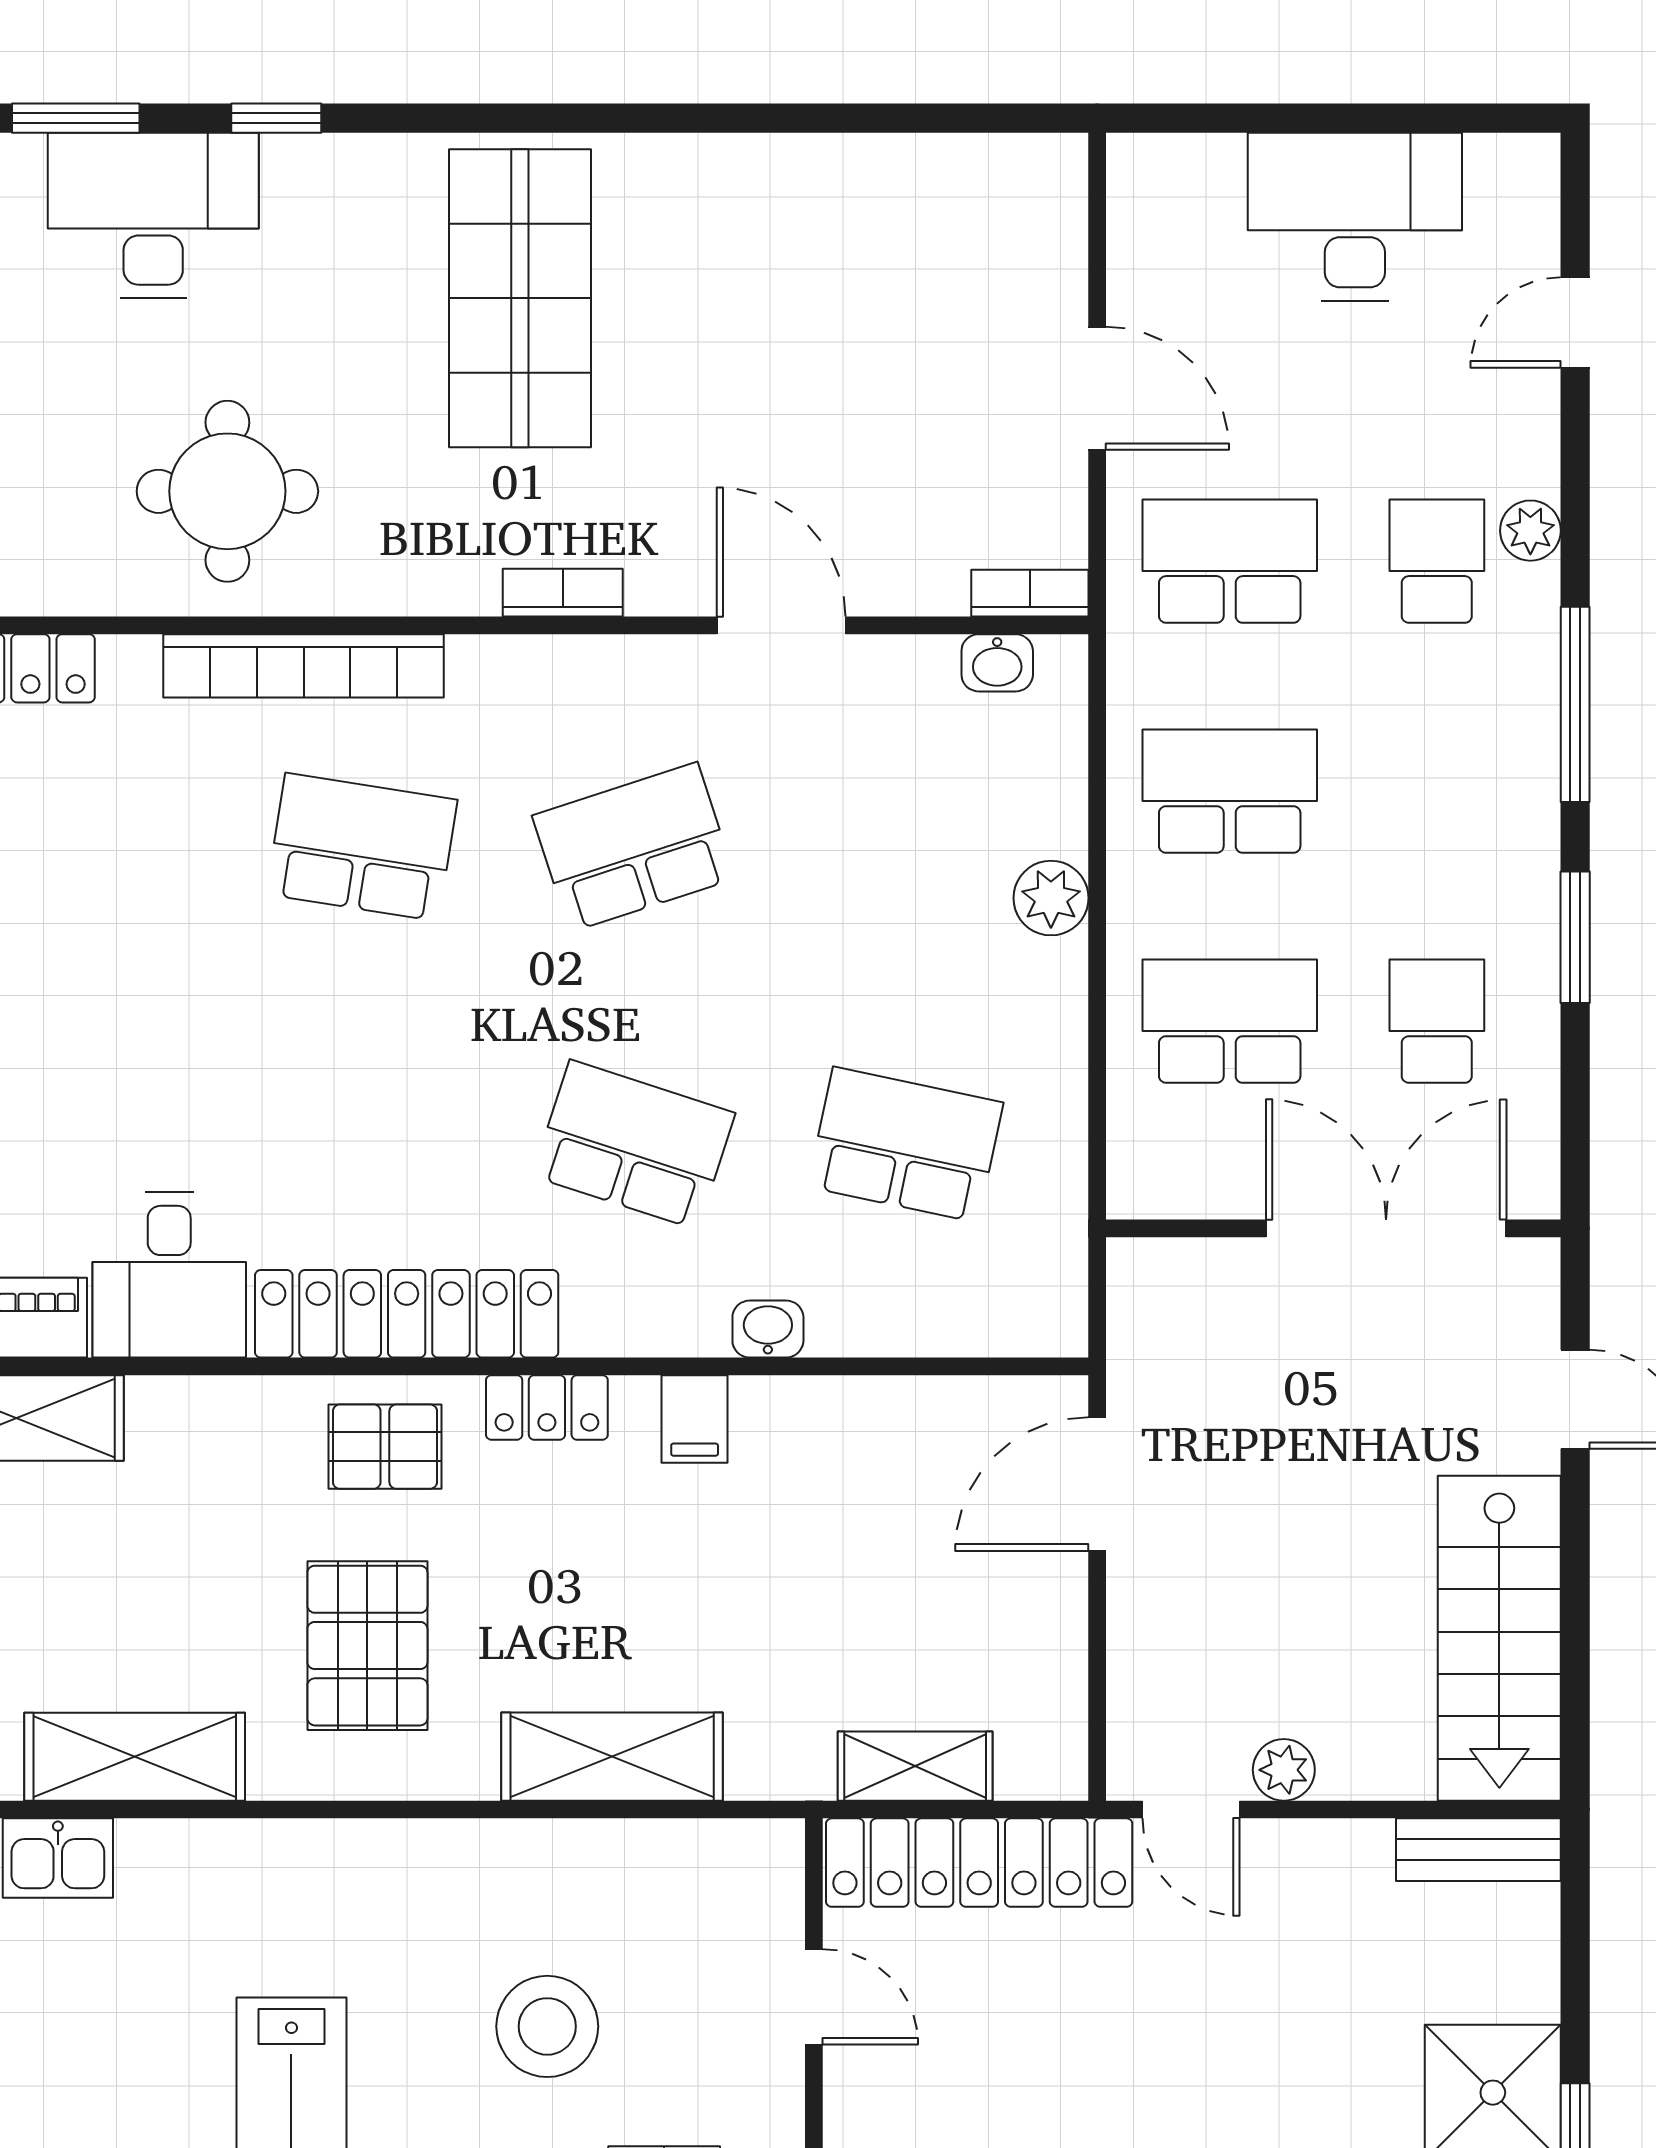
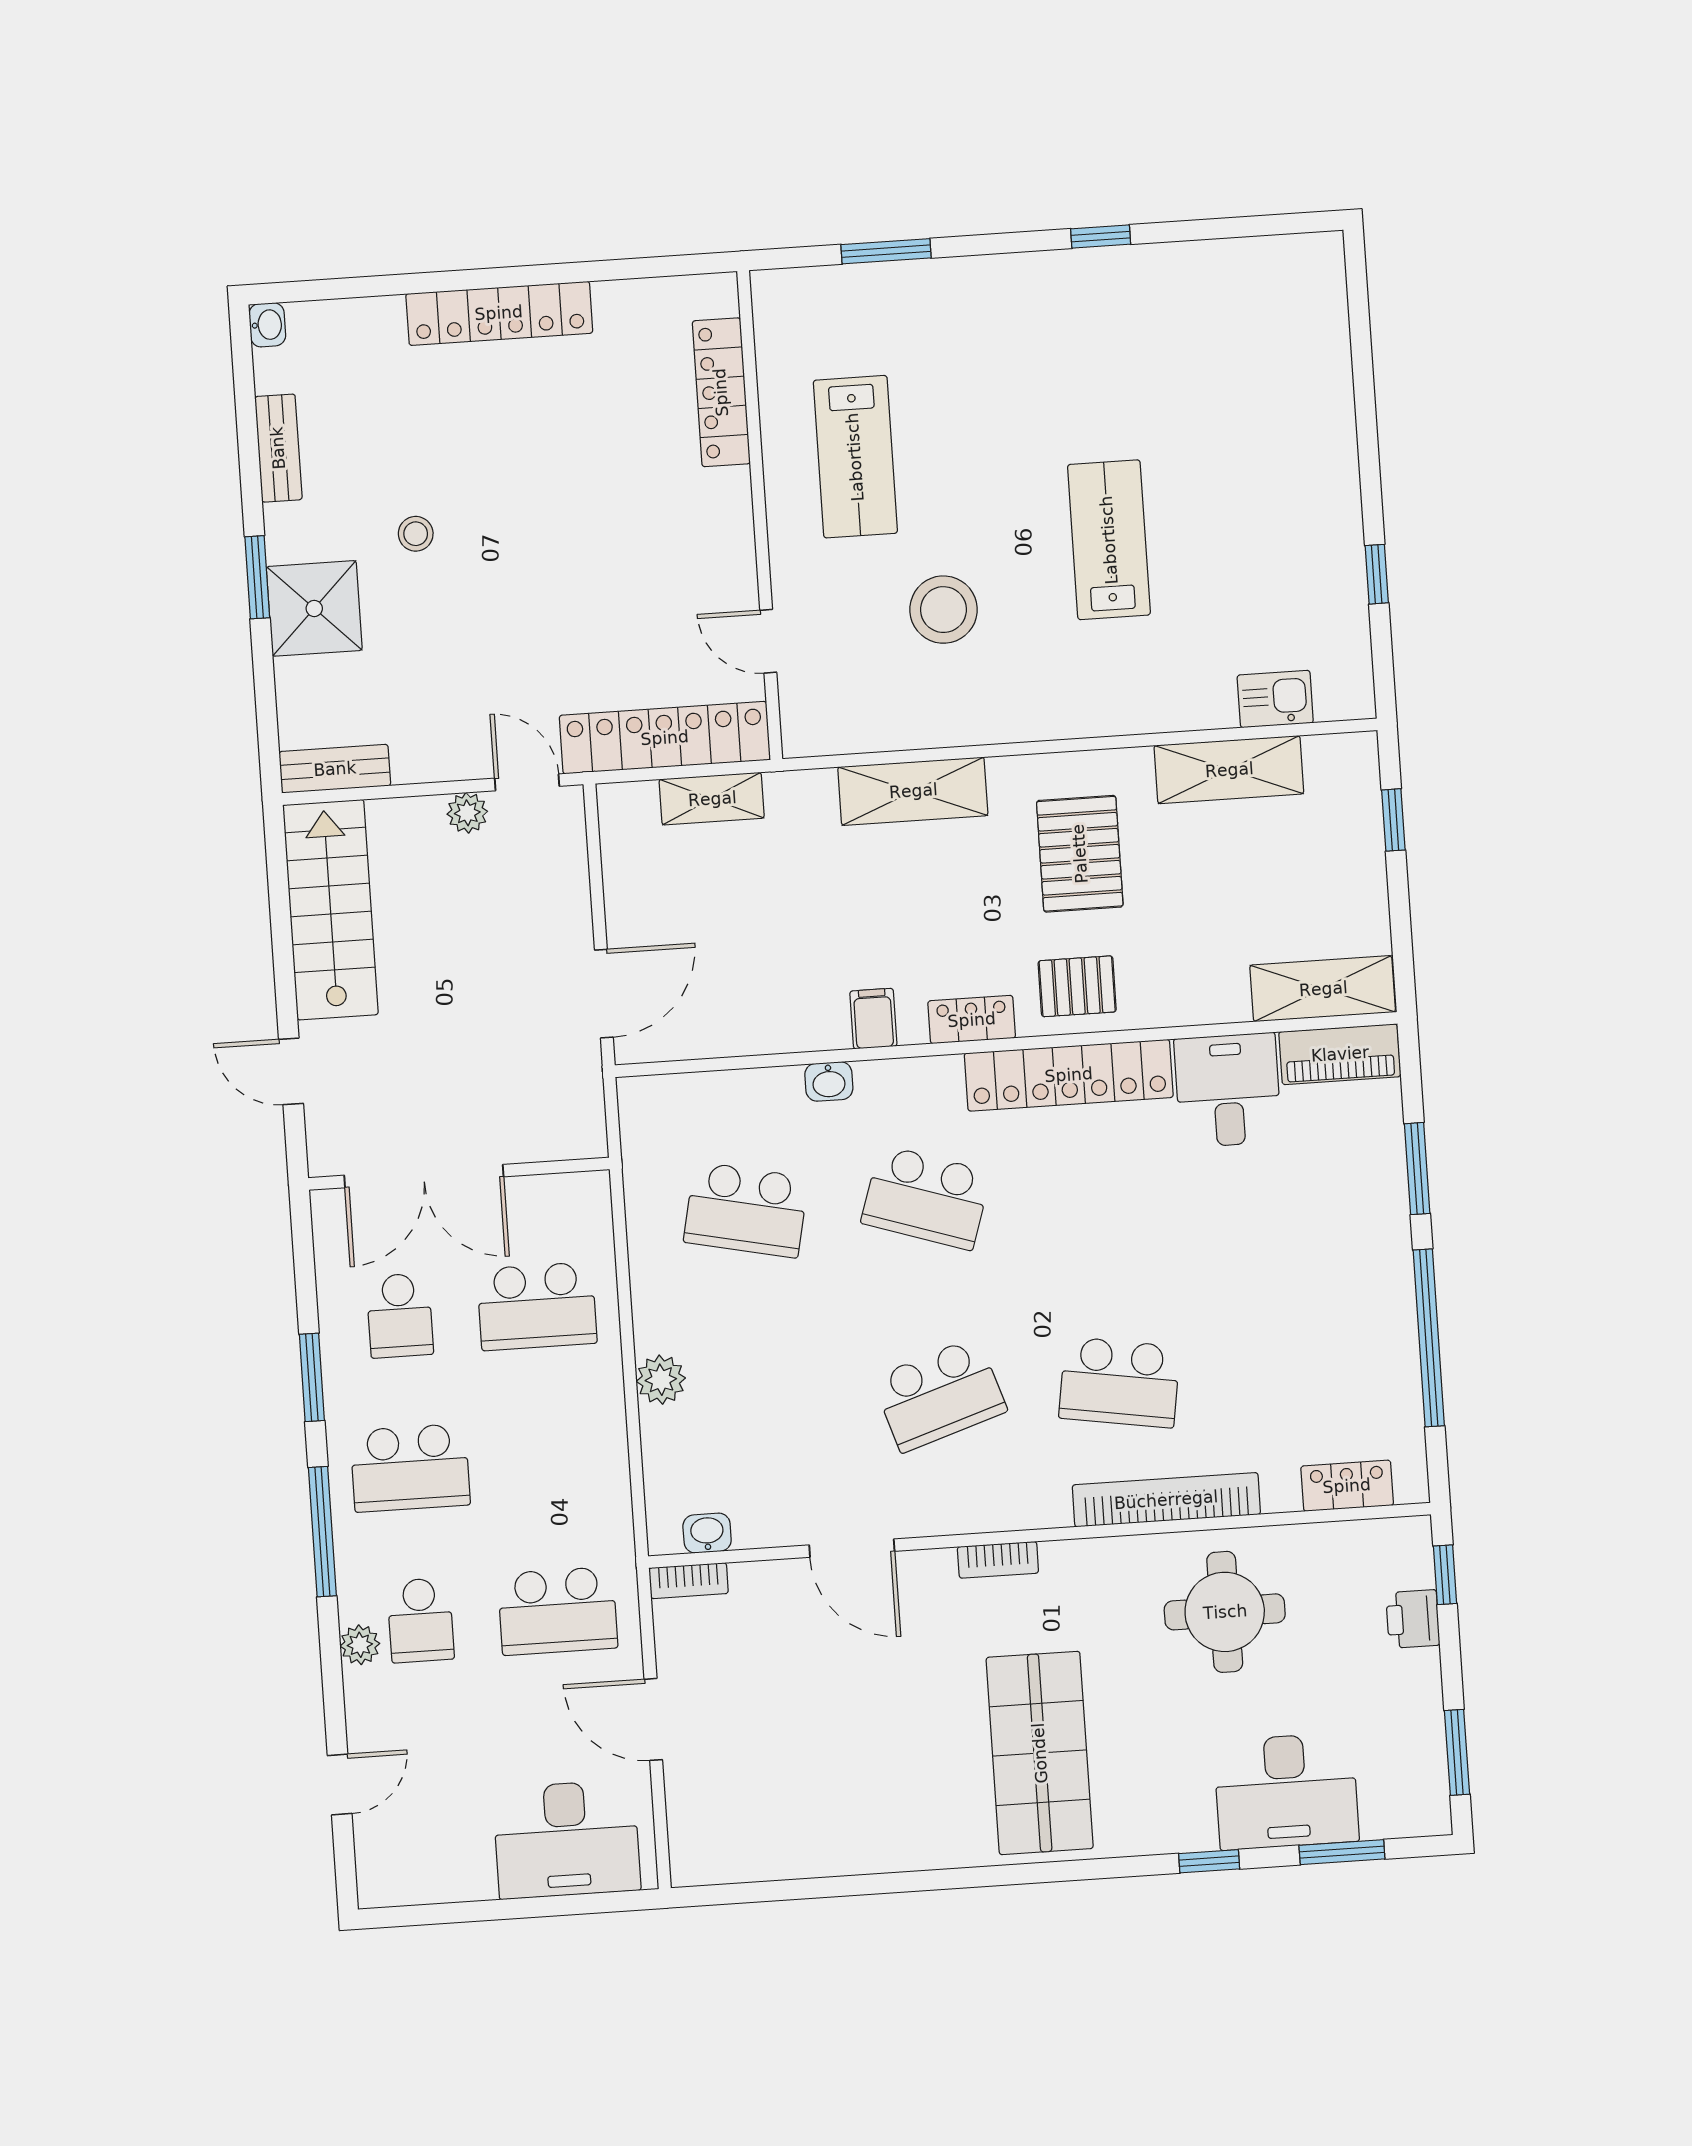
desk: (1355, 217) -> (567, 1839), moved
school desk: (1230, 791) -> (410, 1468), moved

